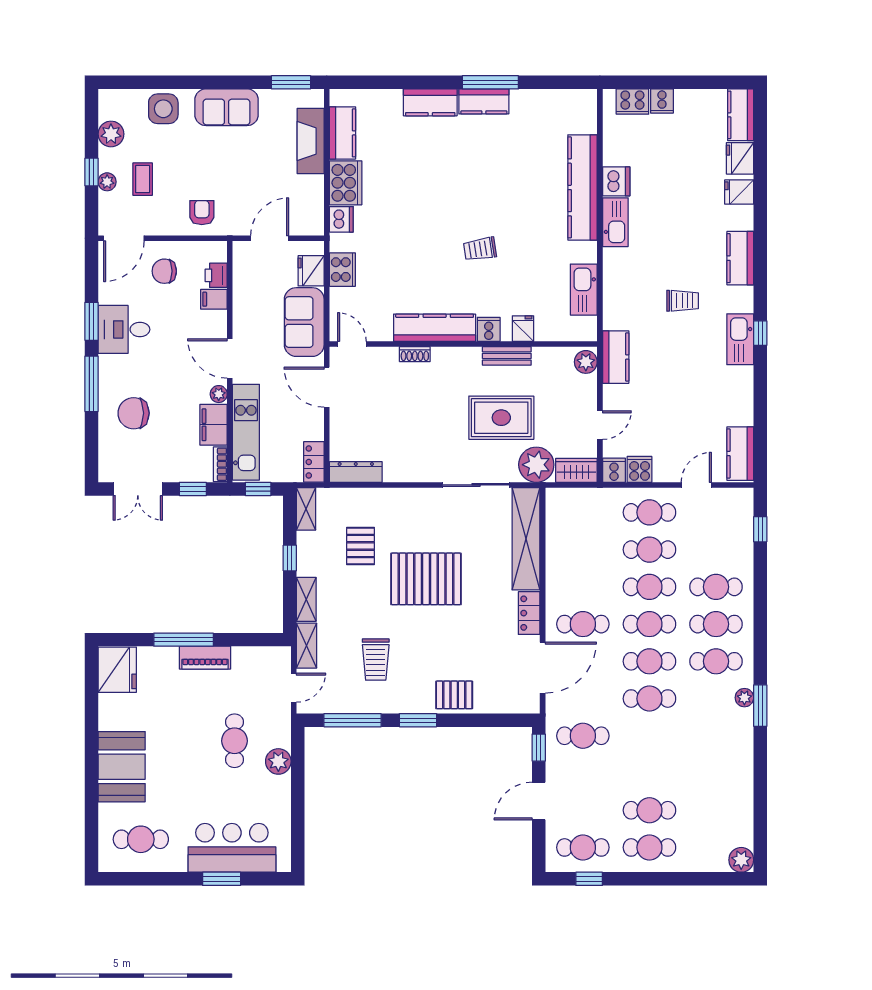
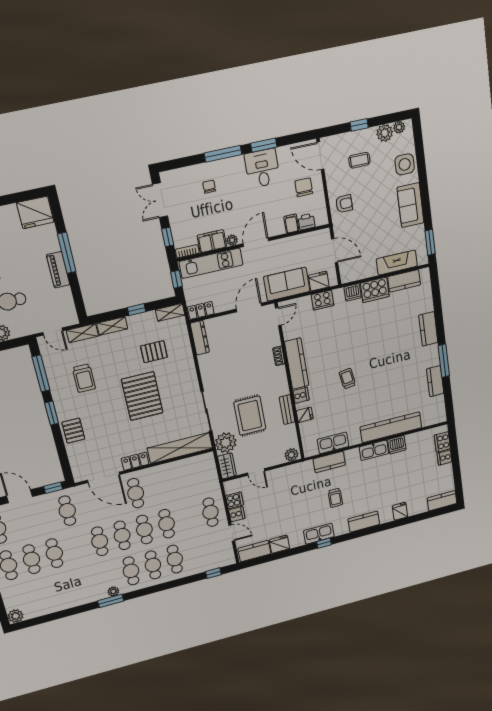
kitchen counter: (484, 101) -> (435, 381), moved
fridge: (740, 158) -> (279, 544), moved
plant: (107, 182) -> (399, 127), moved
kitchen counter: (616, 357) -> (329, 462), moved
chair: (134, 413) -> (209, 187), width x0.54, depth x0.54
cooker: (614, 470) -> (237, 514), moved
cafe table: (649, 550) -> (54, 553), moved
trolley: (376, 660) -> (84, 378), turned -90

